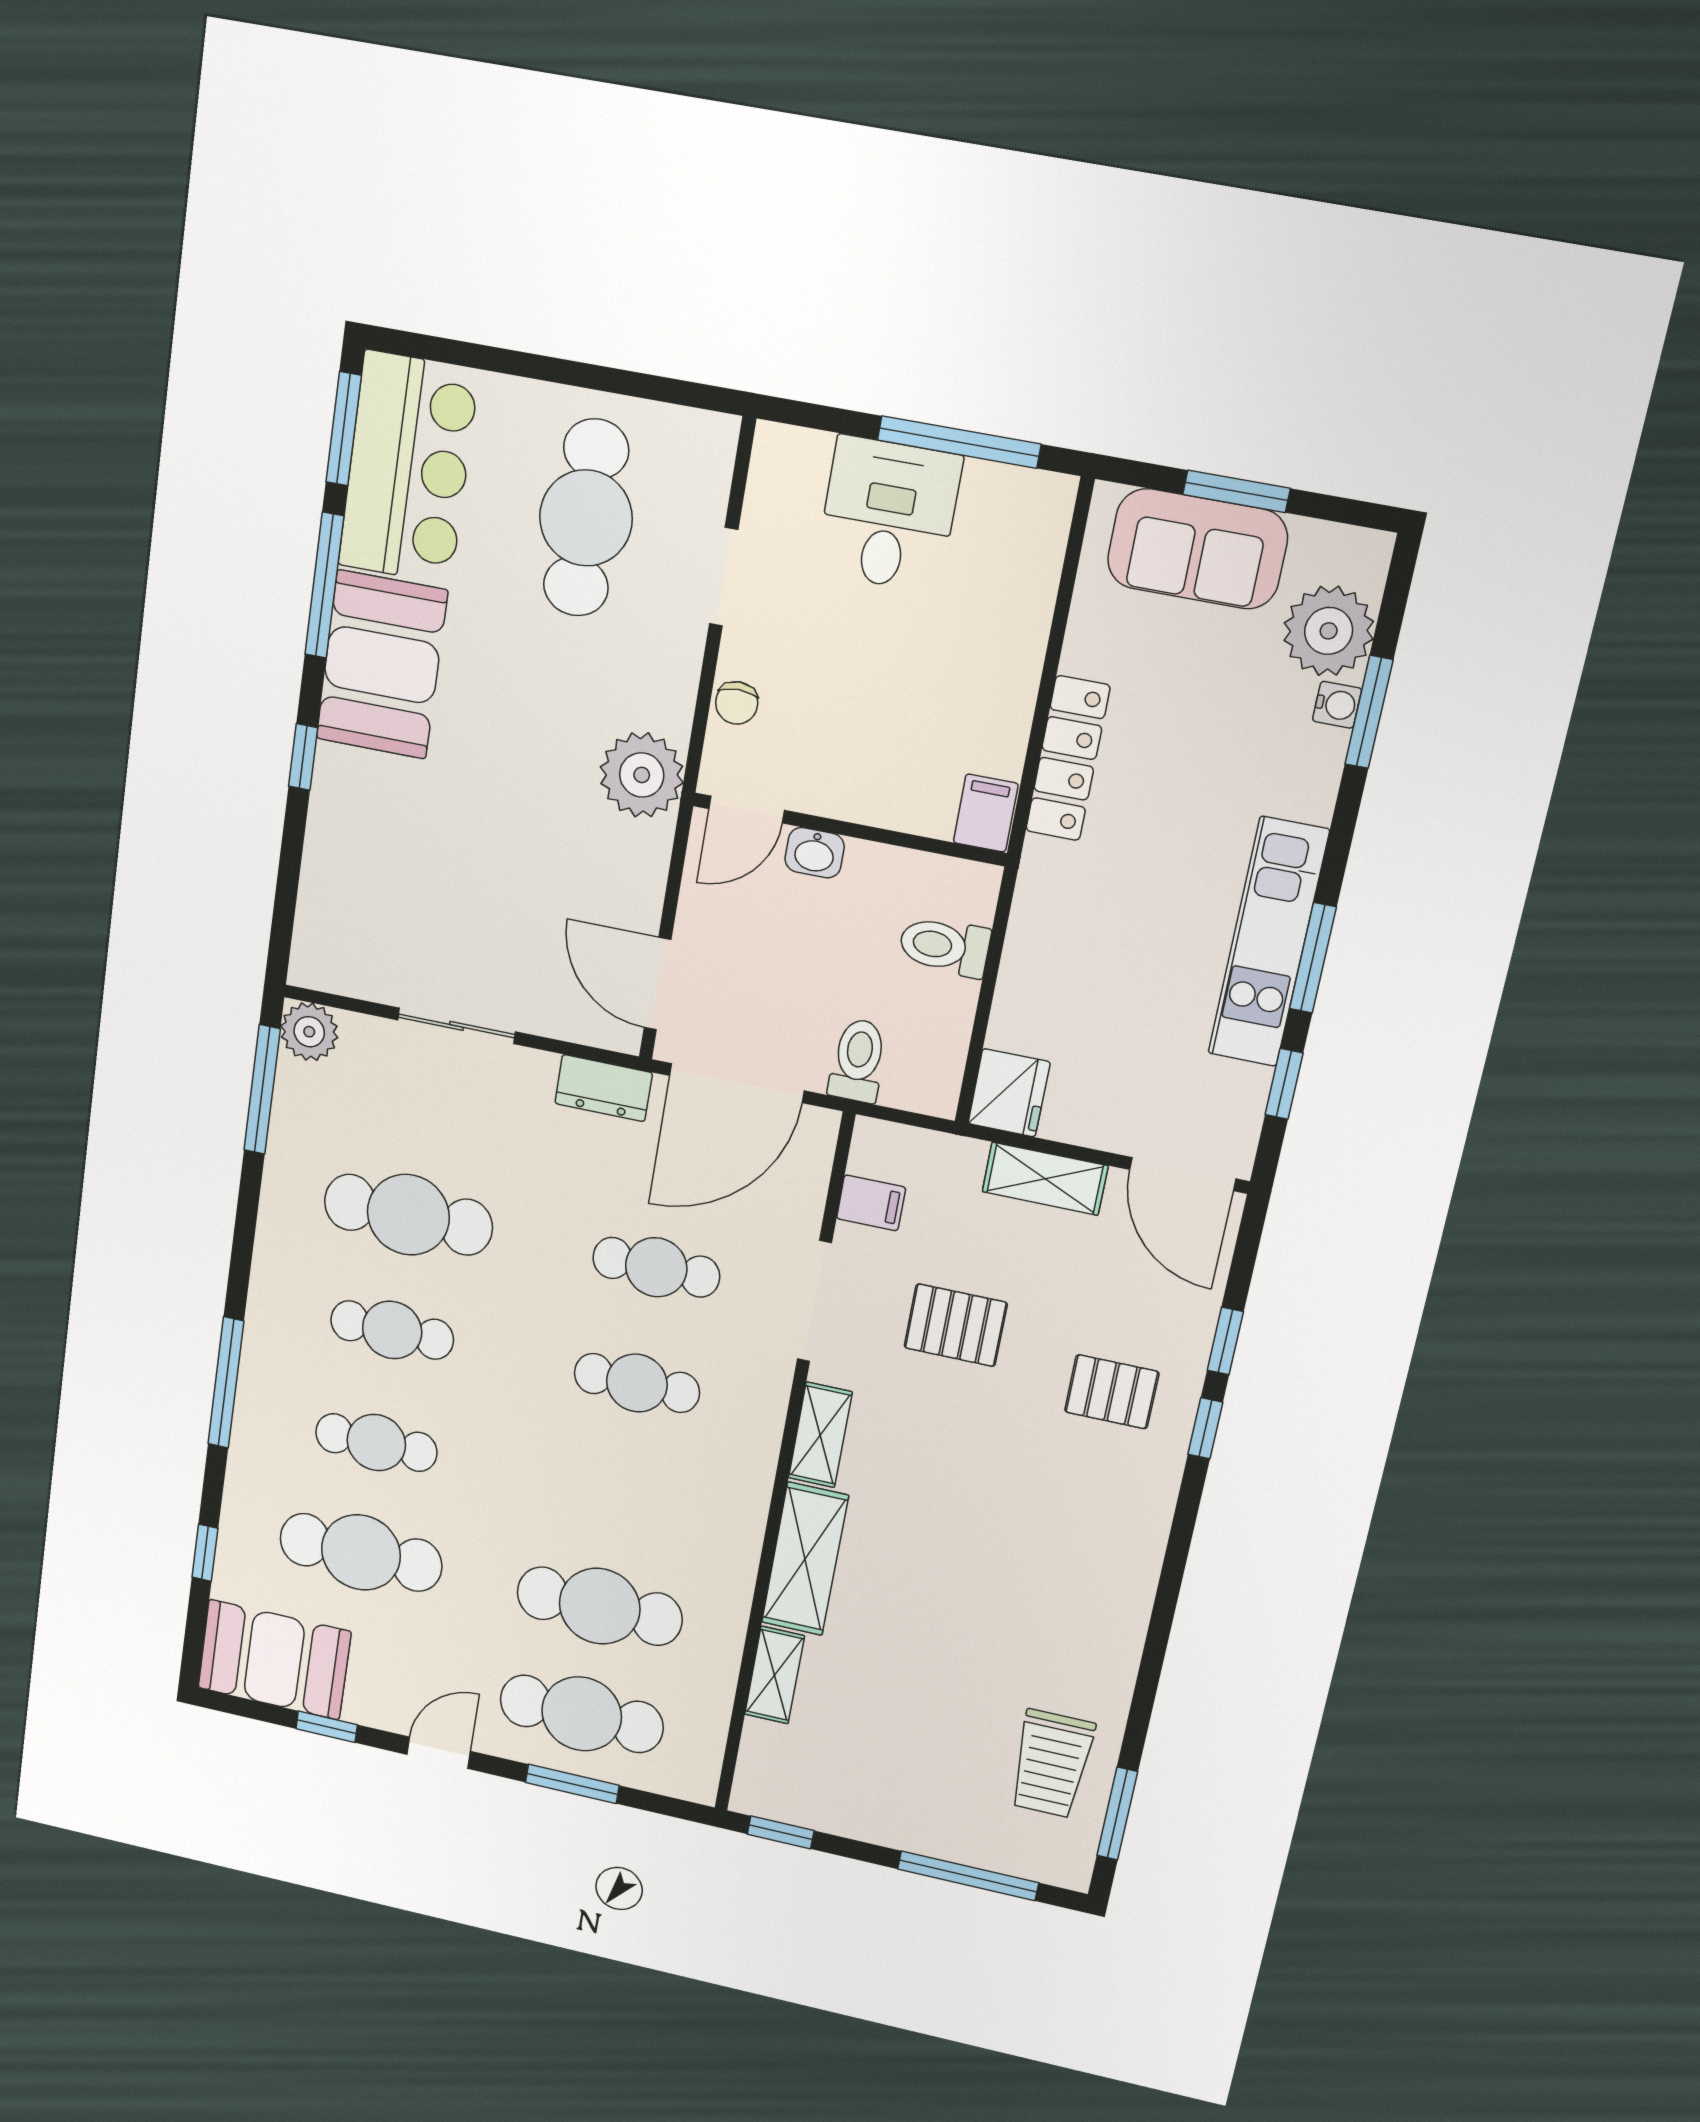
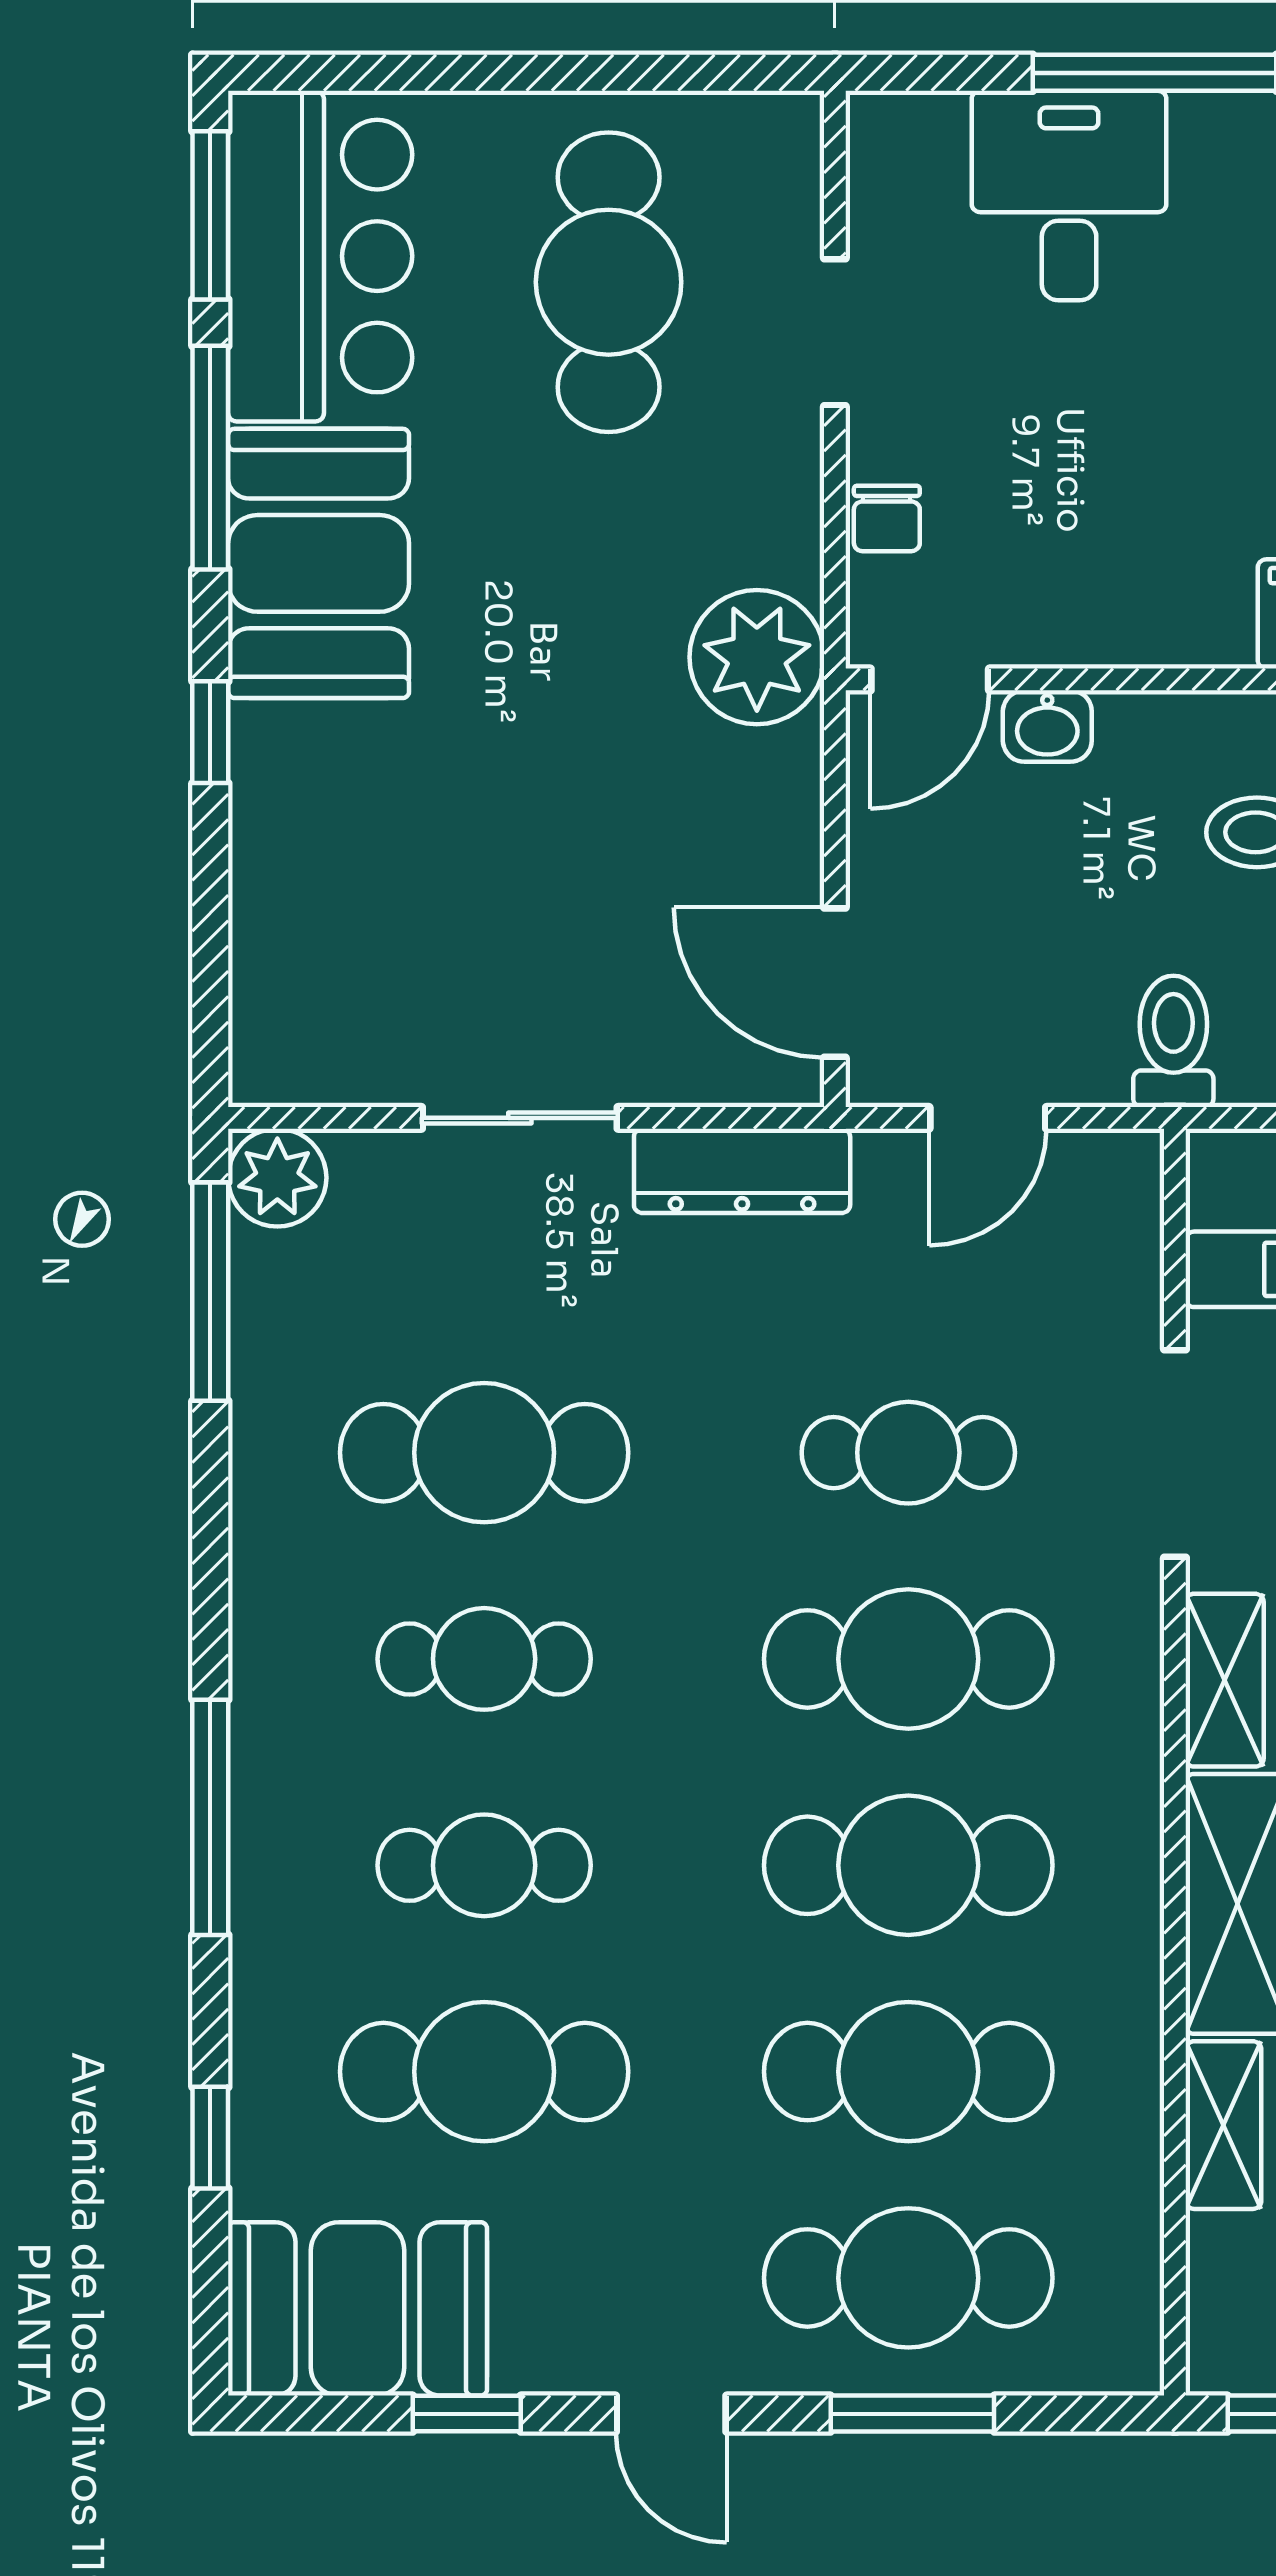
door: (737, 1083) -> (988, 1118), width x0.53
dresser: (604, 1088) -> (742, 1171), width x1.44
cafe table: (637, 1383) -> (908, 1659), width x1.37, depth x1.35
cafe table: (618, 1496) -> (908, 1865), added
door: (439, 1753) -> (671, 2414), swing flipped

